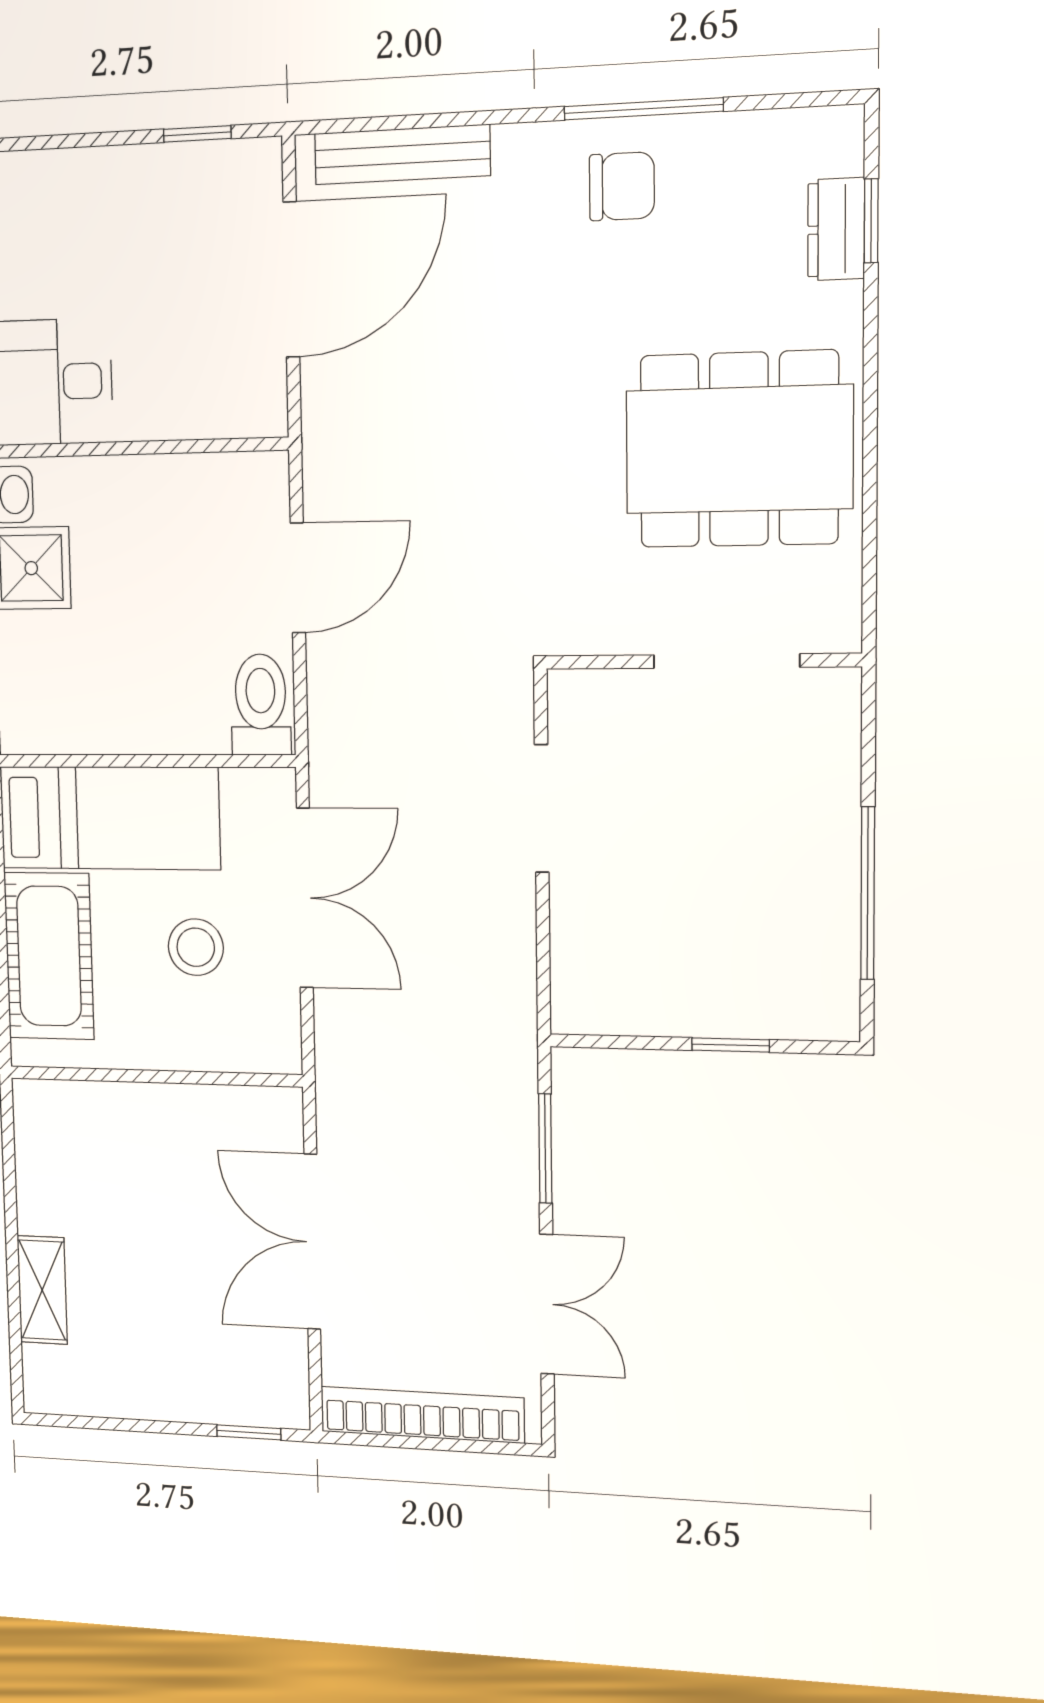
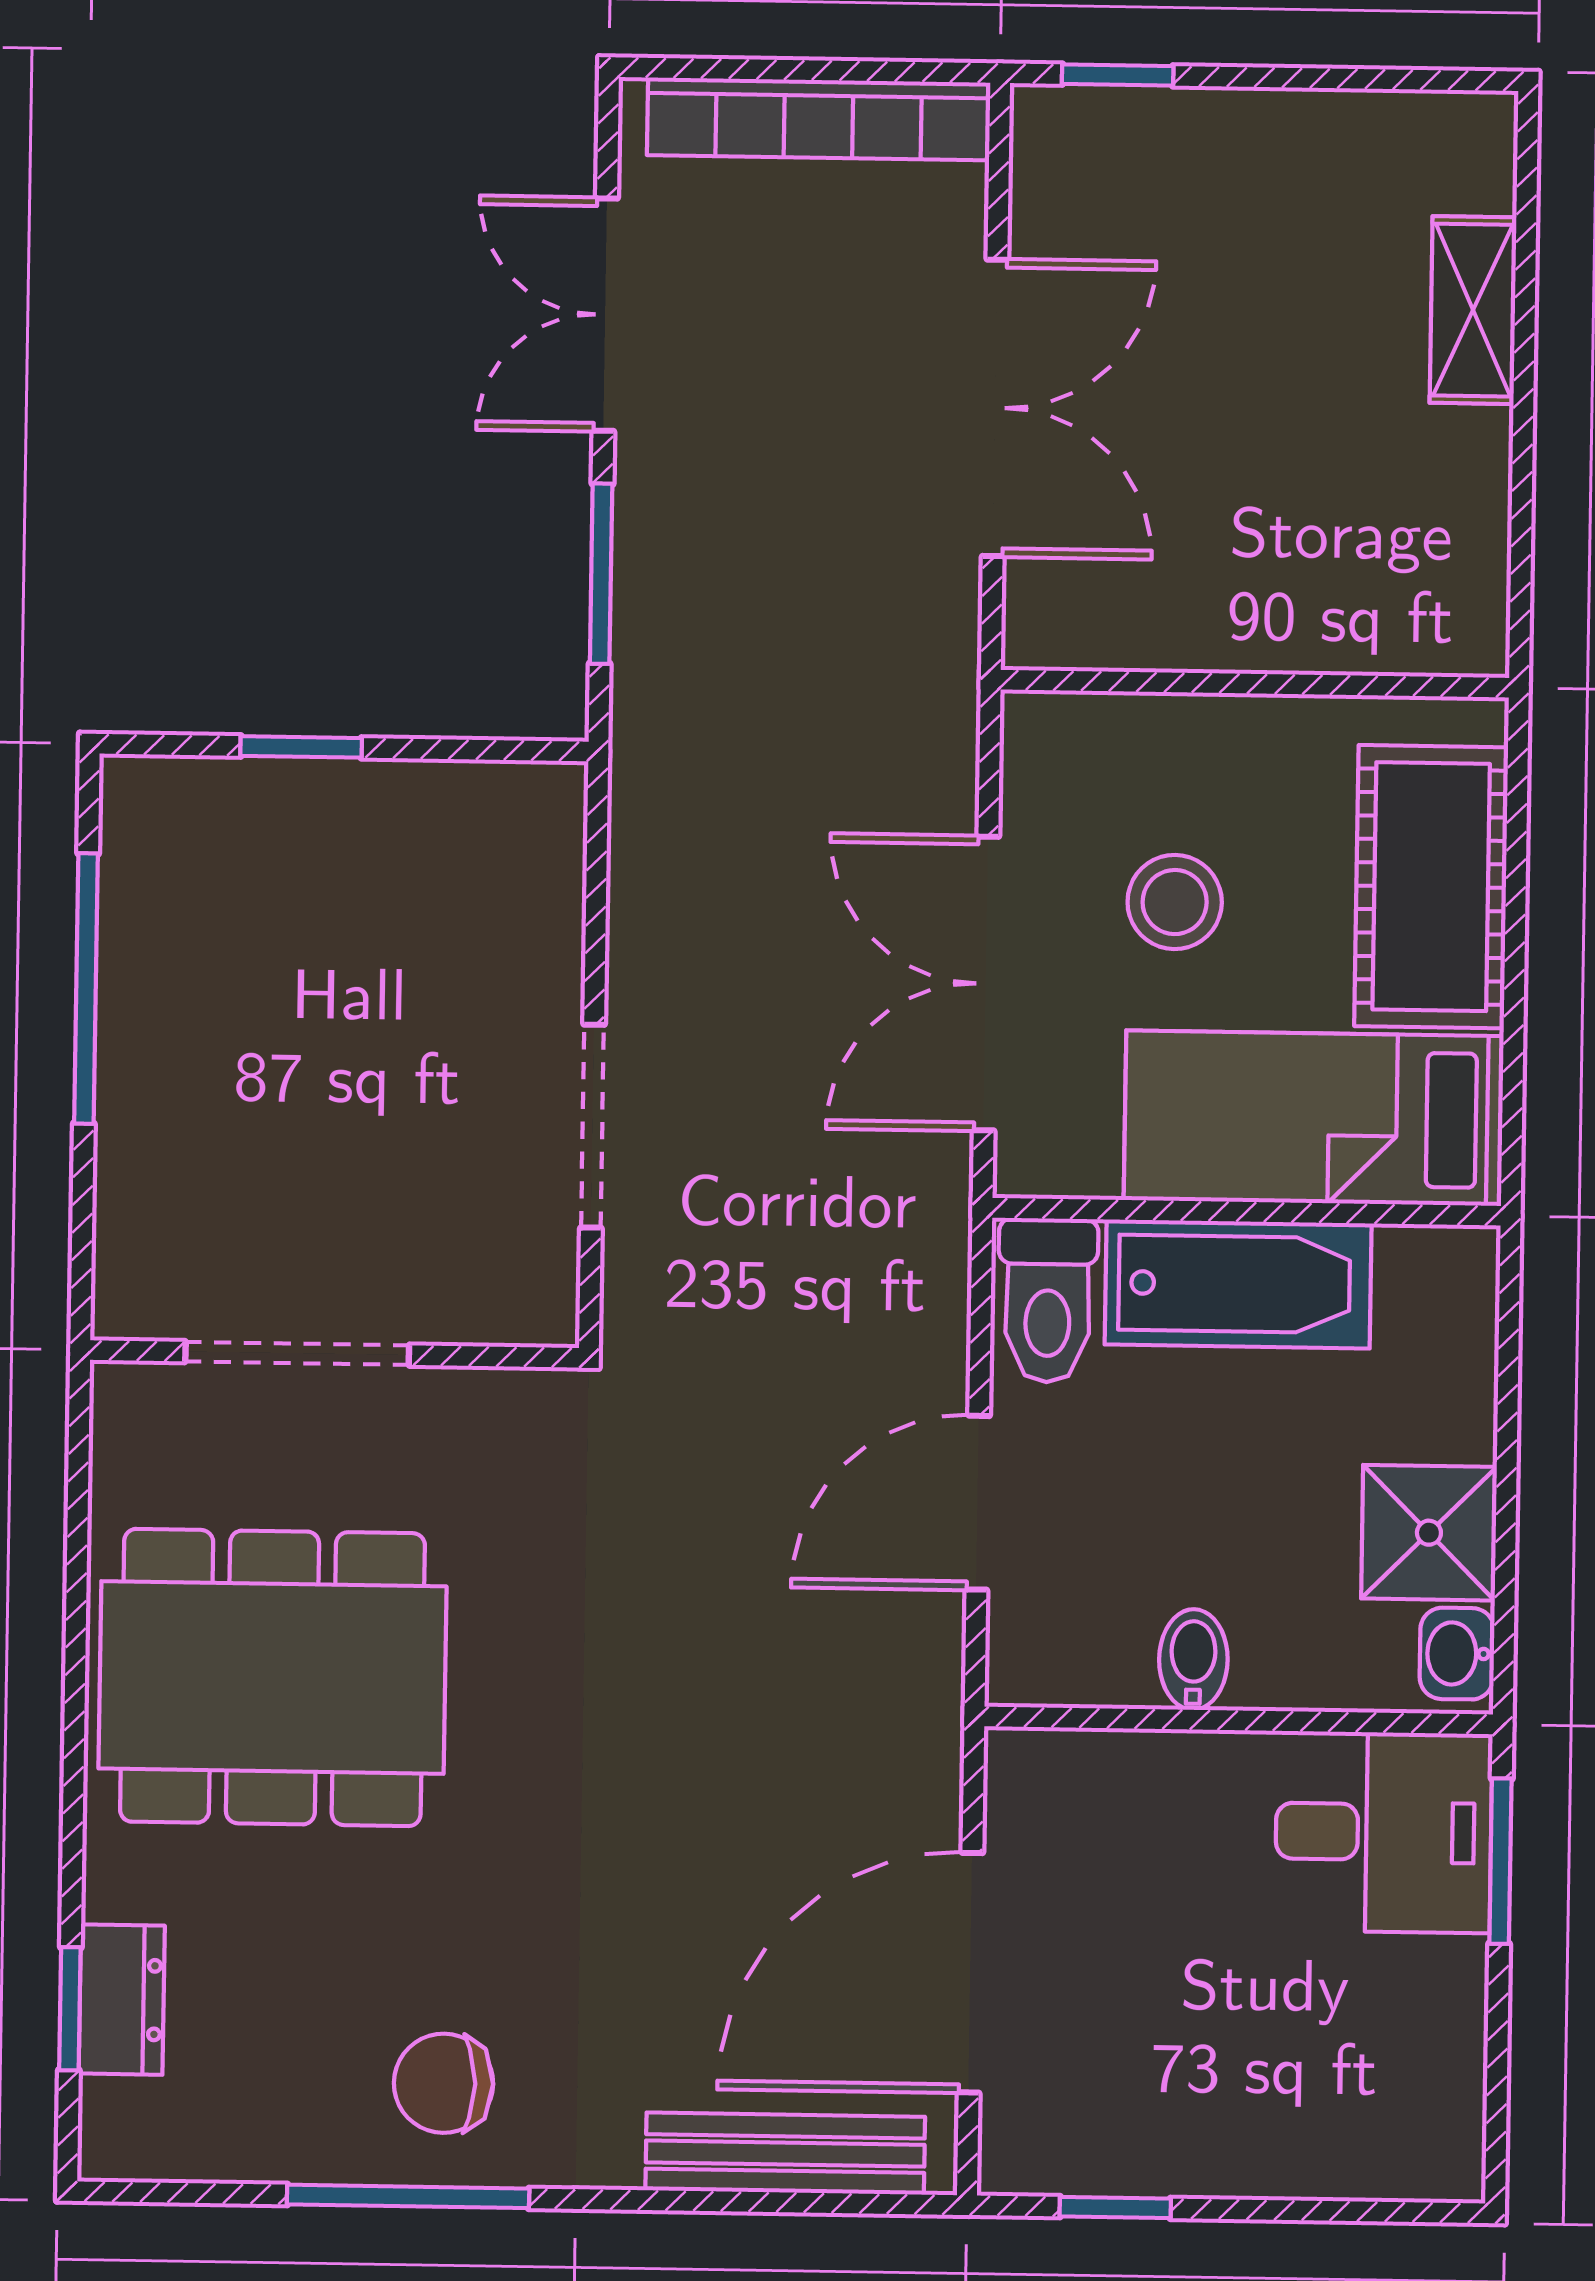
bidet: (165, 485) -> (1193, 1659), added
bathtub: (149, 717) -> (1238, 1284), added

